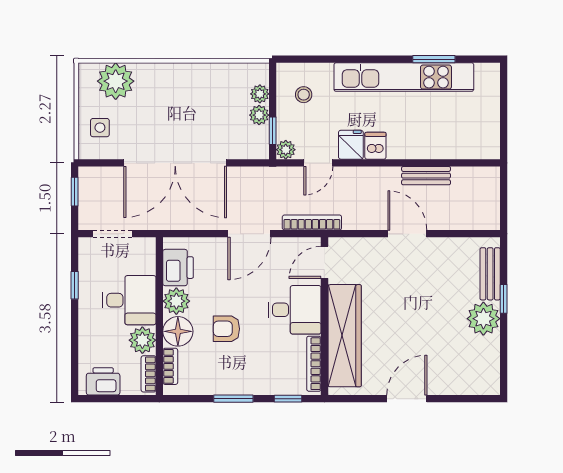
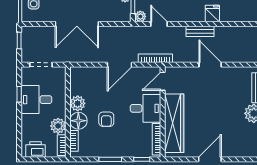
fridge: (351, 145) -> (212, 14), moved
dishwasher: (375, 146) -> (192, 14), removed
double door: (175, 163) -> (77, 24), width x0.73
door: (318, 163) -> (159, 24), swing flipped
bench: (426, 176) -> (200, 31), moved
printer: (178, 268) -> (79, 84), removed
desk: (129, 300) -> (36, 100), moved, turned 180
armchair: (226, 329) -> (106, 119), turned -90

